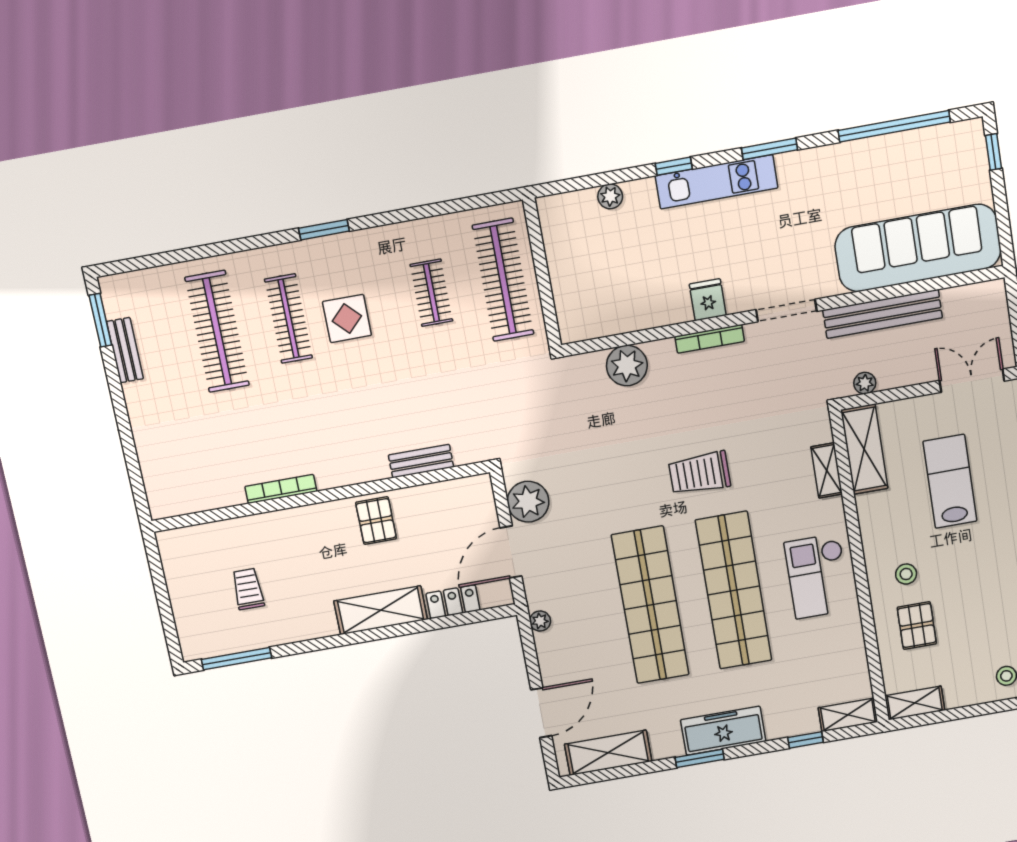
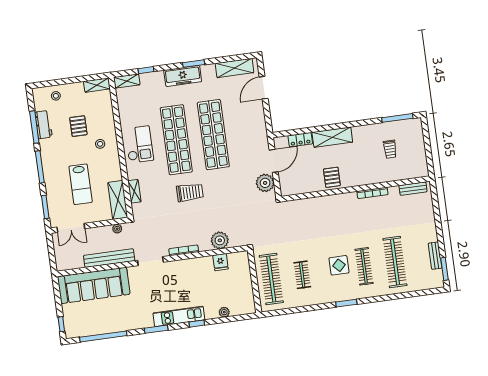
fridge: (708, 300) -> (221, 262), moved
bench: (421, 461) -> (413, 189), moved
plant: (540, 621) -> (262, 129), removed
pallet: (917, 626) -> (78, 126), moved

